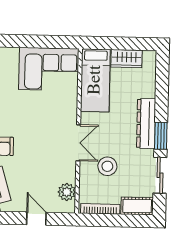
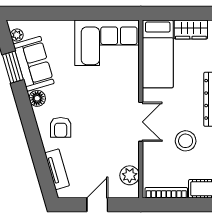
stool: (107, 166) -> (186, 141), moved
door: (36, 219) -> (97, 205), hinge flipped

